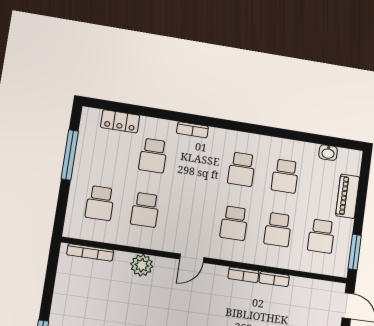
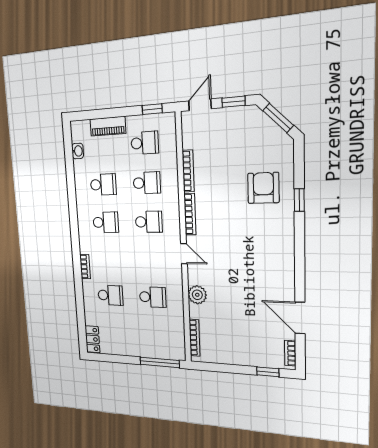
locker: (120, 121) -> (92, 339), moved
window: (70, 155) -> (160, 362), moved
school desk: (100, 203) -> (155, 333), removed
window: (355, 252) -> (152, 109), width x0.67
bookcase: (243, 275) -> (190, 214), width x1.56
bookcase: (274, 279) -> (188, 171), width x1.56

